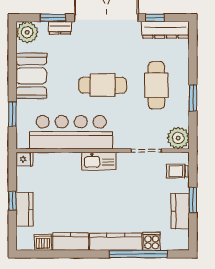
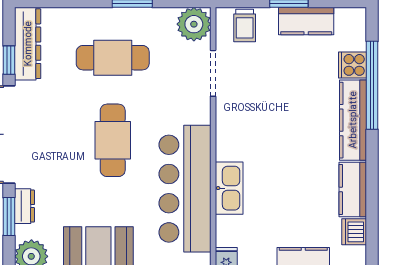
kitchen sink: (99, 161) -> (229, 188), moved

